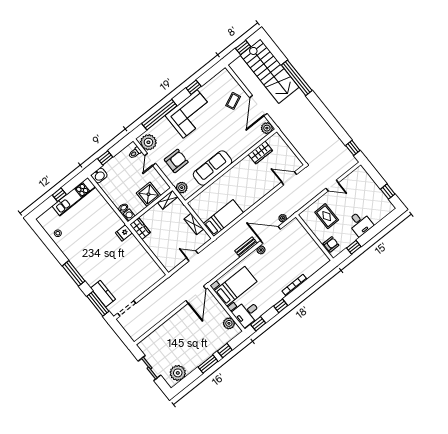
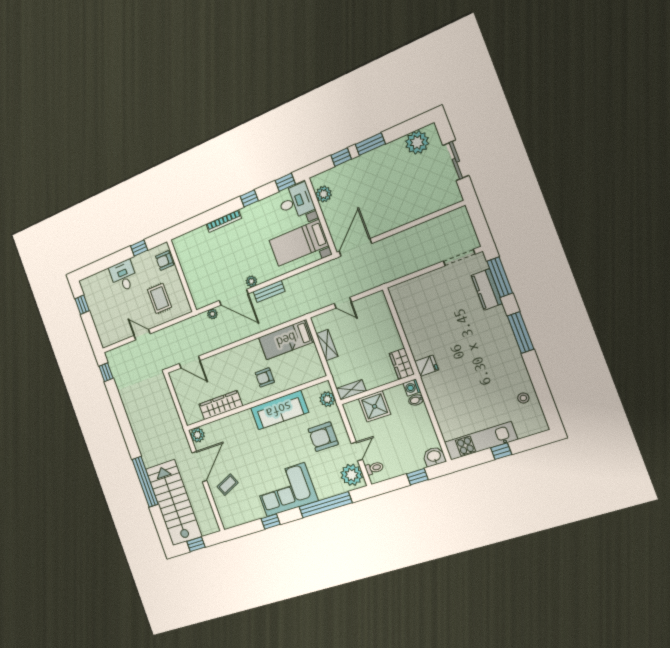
wardrobe: (260, 153) -> (221, 405), width x1.50
armchair: (230, 187) -> (265, 377), added

